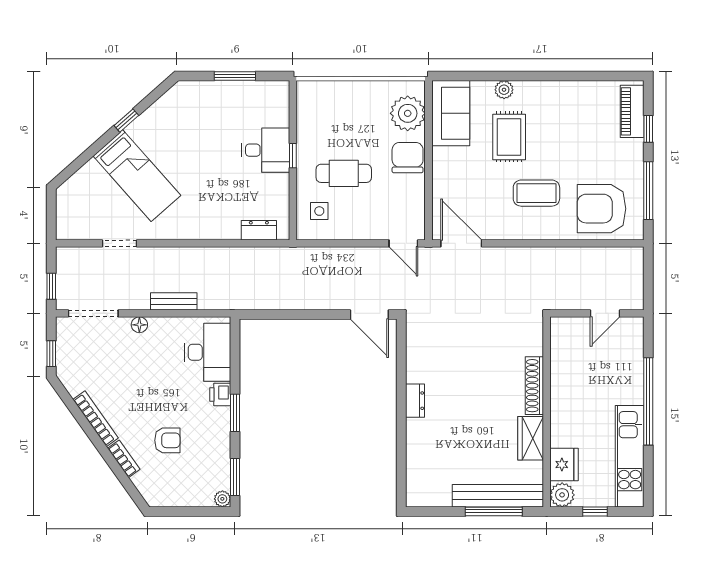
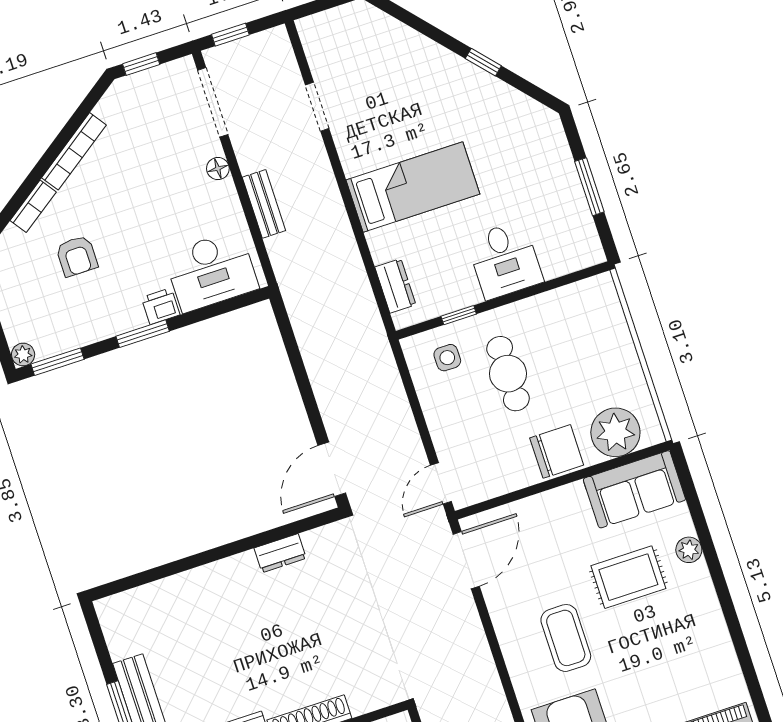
window: (293, 156) -> (459, 315), moved
bed: (137, 176) -> (413, 187), moved, turned -138
dresser: (415, 401) -> (280, 553), moved

